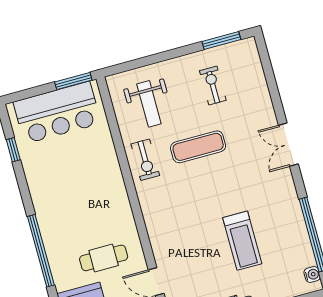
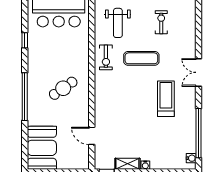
window: (13, 150) -> (25, 40), moved
treadmill: (242, 241) -> (166, 99), moved, turned 180
cafe table: (104, 258) -> (63, 88), moved, turned -35

